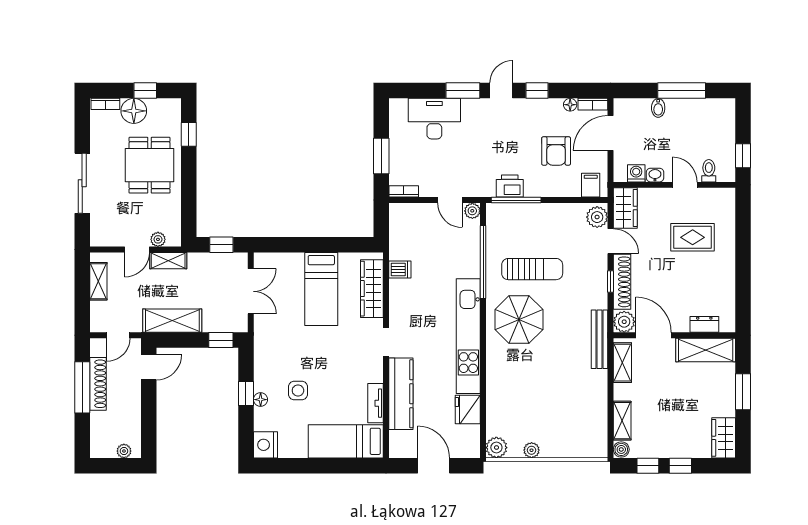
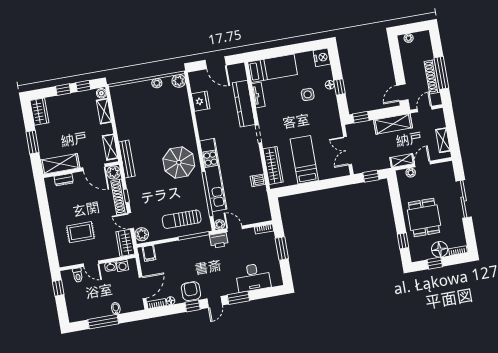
armchair: (556, 151) -> (191, 291), moved
printer: (510, 186) -> (219, 240), moved
sun lounger: (532, 269) -> (182, 219), moved
kitchen unit: (468, 336) -> (213, 175), moved

